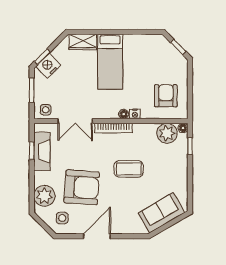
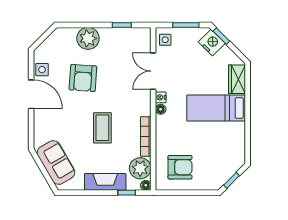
floor lamp: (124, 114) -> (161, 109), moved
nightstand: (135, 114) -> (161, 97), moved
bookcase: (113, 128) -> (146, 136), moved
fireplace: (42, 152) -> (105, 182), moved, turned 180
armchair: (82, 187) -> (83, 78), width x0.73, depth x0.73
plant: (44, 196) -> (88, 38), moved
side table: (62, 218) -> (42, 70), moved

